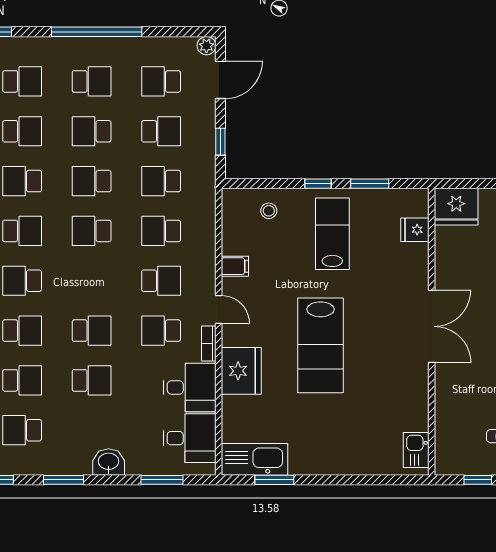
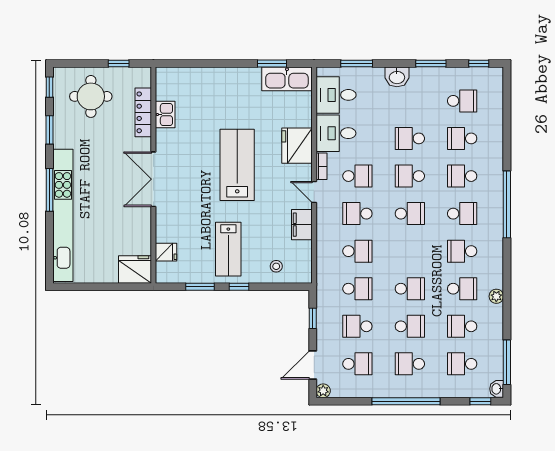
school desk: (92, 231) -> (410, 214), moved
filing cabinet: (235, 266) -> (302, 225), width x2.00
locker: (445, 415) -> (143, 112), added
kitchen sink: (416, 450) -> (165, 115), moved

